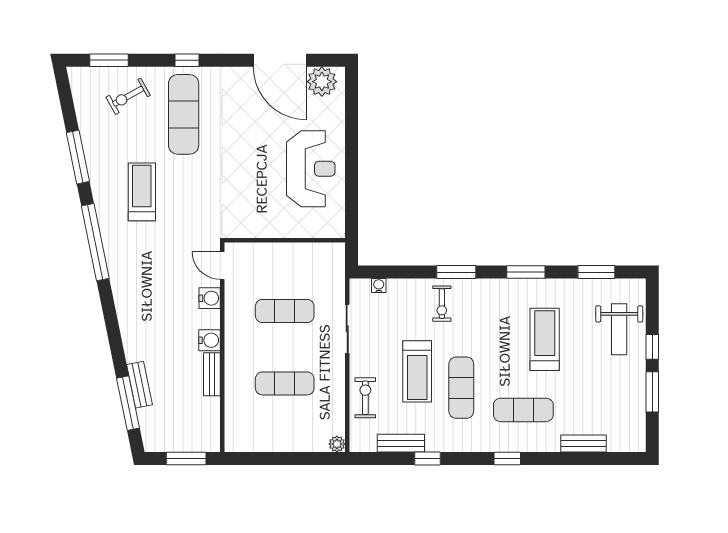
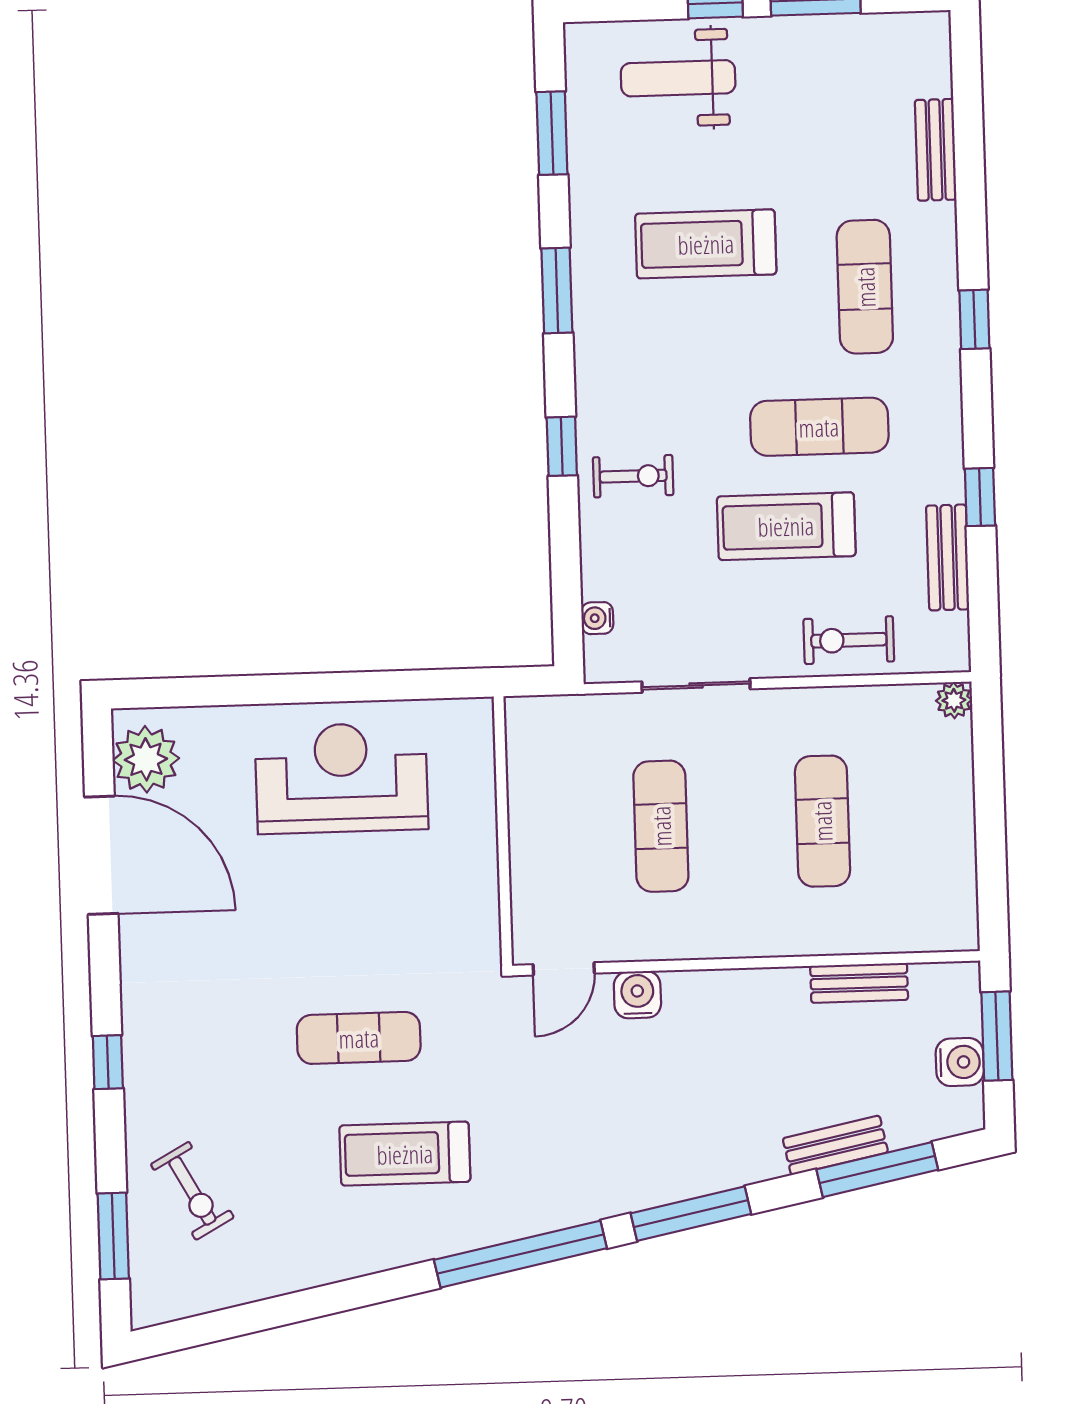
door: (280, 60) -> (101, 855), hinge flipped
exercise mat: (184, 114) -> (359, 1038), moved, width x0.73, depth x0.69
window: (78, 157) -> (691, 1214), moved
window: (456, 272) -> (562, 446), width x0.67
weight bench: (619, 329) -> (678, 78), turned 180
water cooler: (209, 340) -> (960, 1062), moved, turned 90
treadmill: (417, 371) -> (786, 526), turned 180
bench: (212, 374) -> (859, 983), moved

